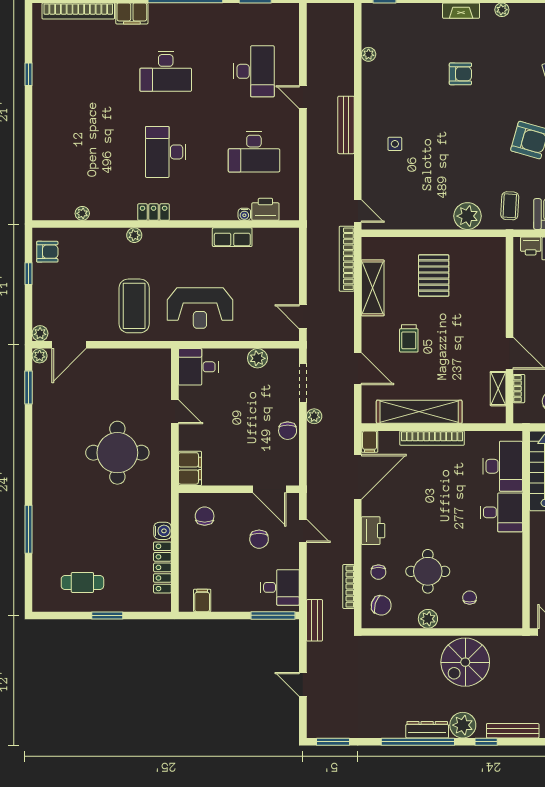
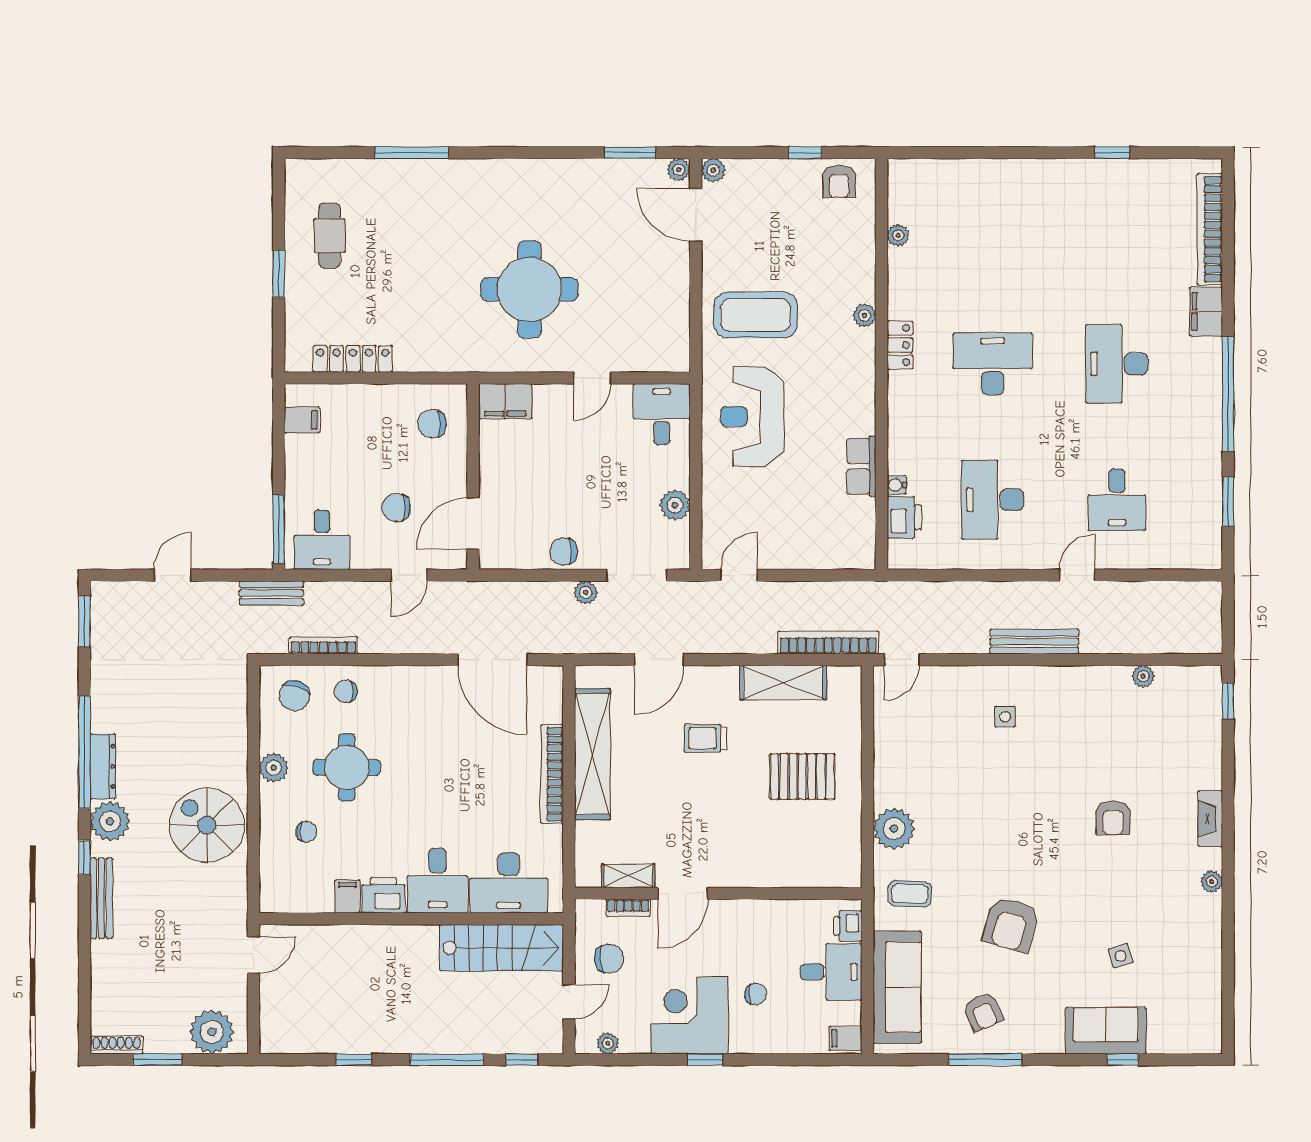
desk: (254, 71) -> (1117, 500), width x0.73
filing cabinet: (370, 442) -> (347, 896), moved, turned 90
chair: (205, 516) -> (432, 424), turned 180
water cooler: (163, 531) -> (409, 359), removed
printer: (373, 531) -> (384, 895), moved, turned 180

